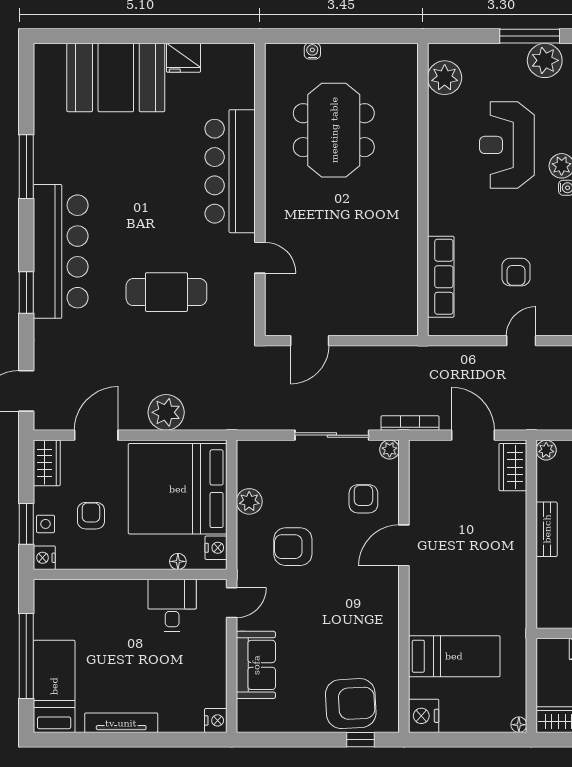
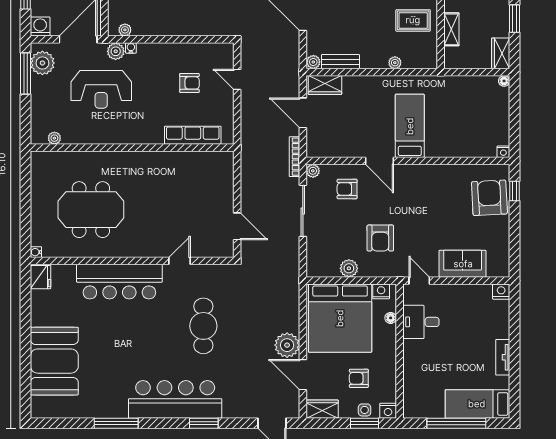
water cooler: (312, 51) -> (36, 252), moved
fridge: (184, 58) -> (41, 277), moved
plant: (445, 78) -> (54, 138), width x0.53, depth x0.53
plant: (166, 412) -> (287, 345), moved
door: (473, 435) -> (303, 113), hinge flipped
bench: (547, 529) -> (341, 62), moved
plant: (545, 568) -> (395, 63), added
bed: (454, 656) -> (410, 126), moved
nightstand: (424, 716) -> (503, 152), width x0.53, depth x0.56
tv unit: (121, 723) -> (503, 357), width x0.71

